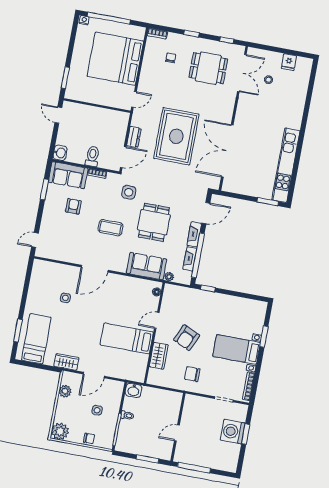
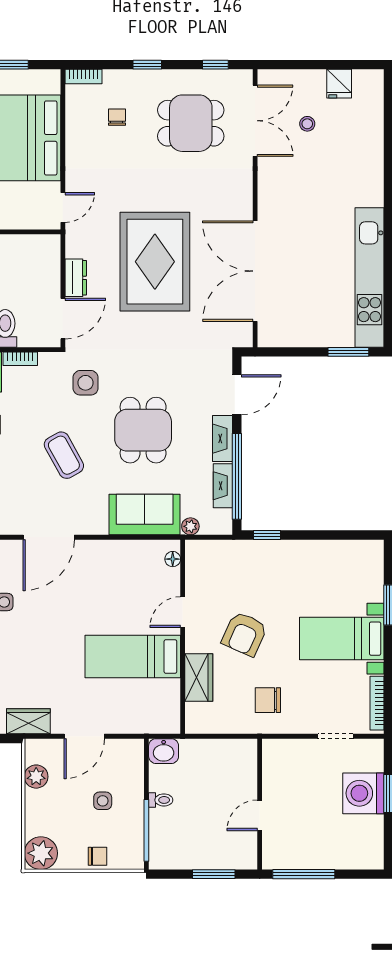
coffee table: (111, 228) -> (64, 455), turned 61

